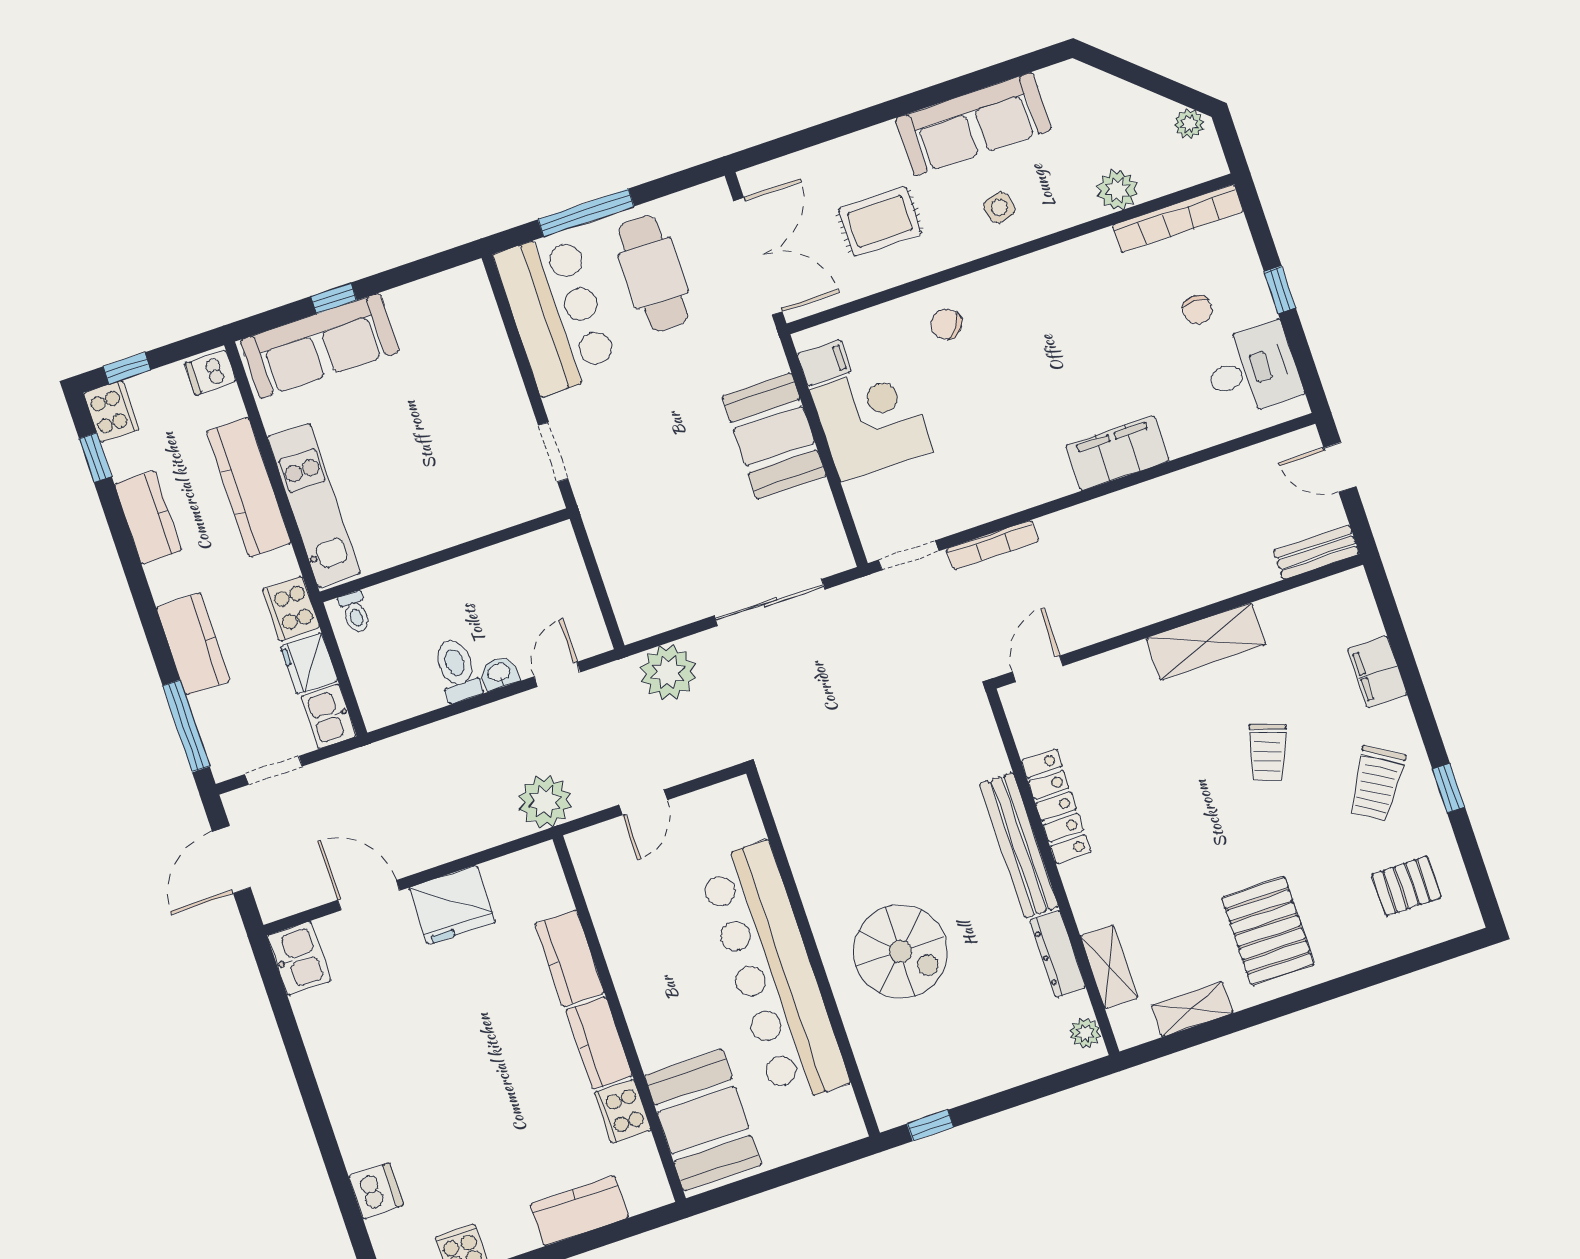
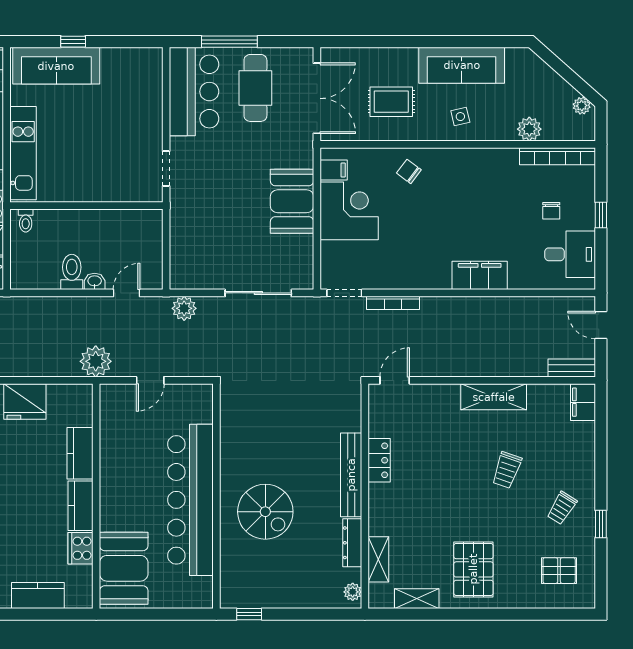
filing cabinet: (1377, 672) -> (583, 402), moved
plant: (668, 673) -> (184, 308), width x0.73, depth x0.73
trolley: (1377, 784) -> (562, 508), width x0.73, depth x0.72
locker: (1056, 806) -> (379, 460), width x0.66

